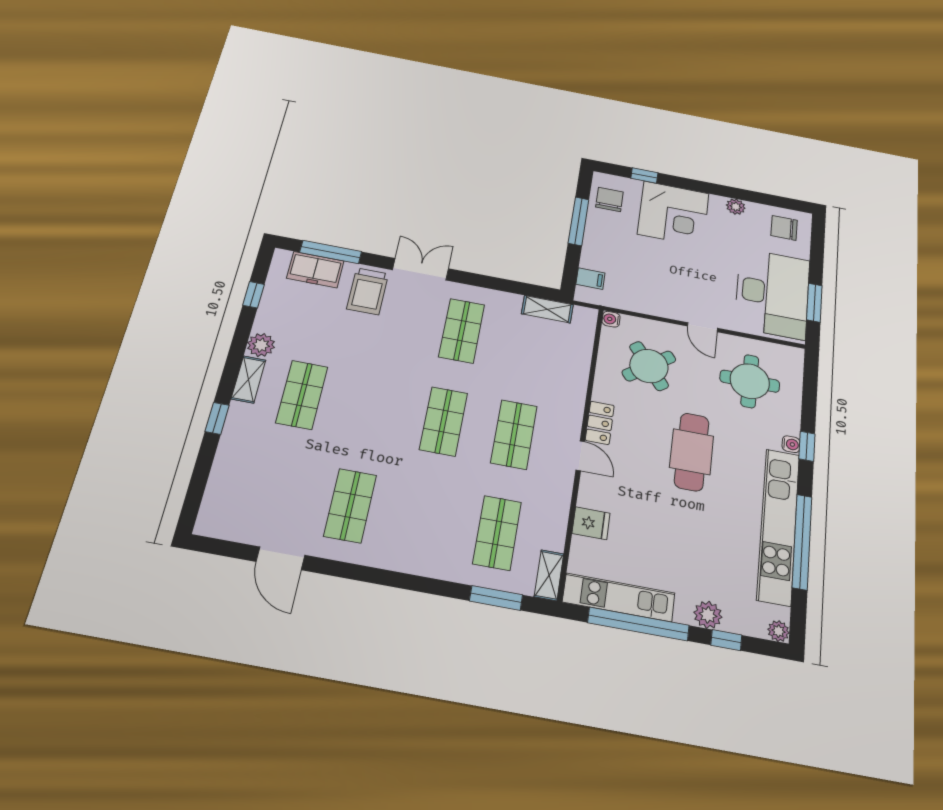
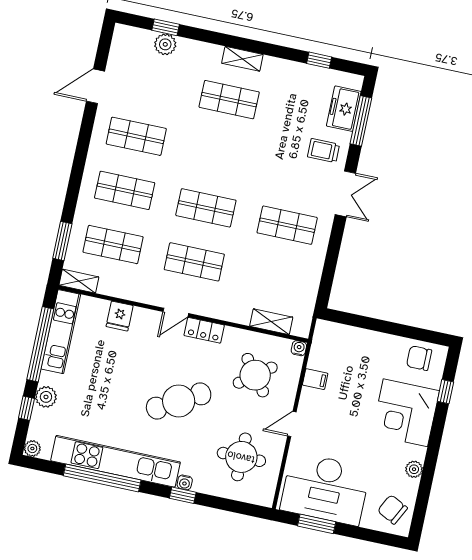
chair: (609, 199) -> (419, 358), turned 180
window: (579, 221) -> (396, 329), removed
chair: (784, 228) -> (392, 509), turned -63
filing cabinet: (590, 279) -> (315, 379), moved, turned -90
trolley: (368, 291) -> (323, 151), width x0.73, depth x0.72
shelving: (547, 309) -> (271, 322), moved, turned 90
plant: (261, 345) -> (165, 44), moved
window: (217, 418) -> (166, 27), moved
cafe table: (692, 452) -> (179, 401), turned -30
shop shelf: (424, 519) -> (125, 190), added

